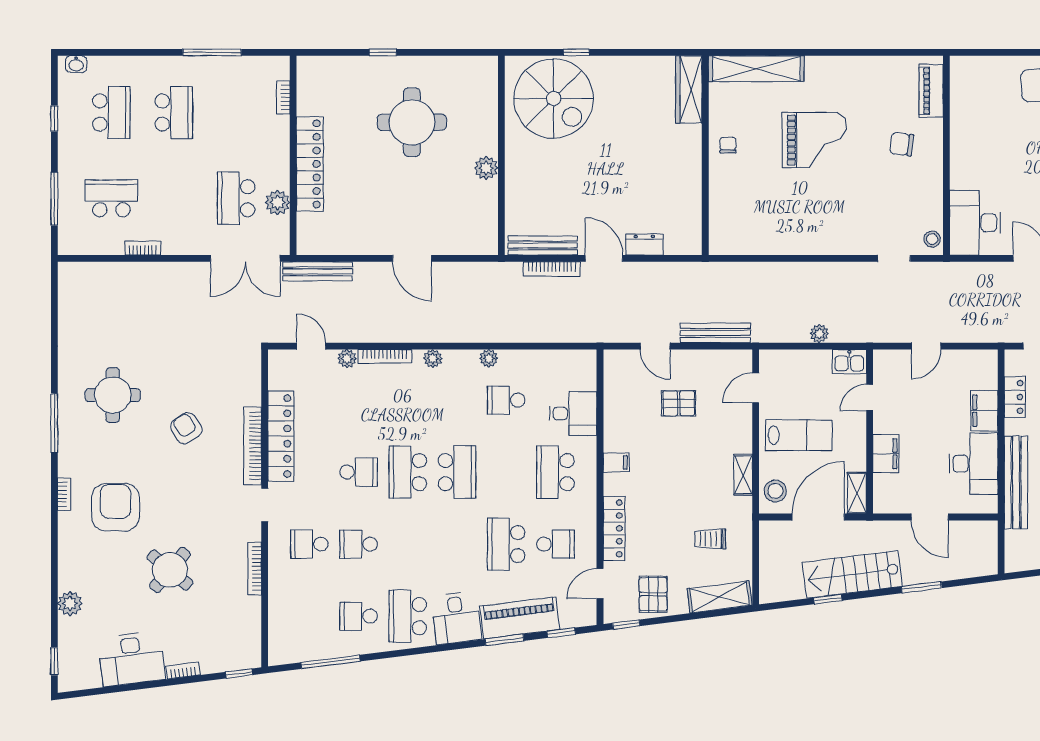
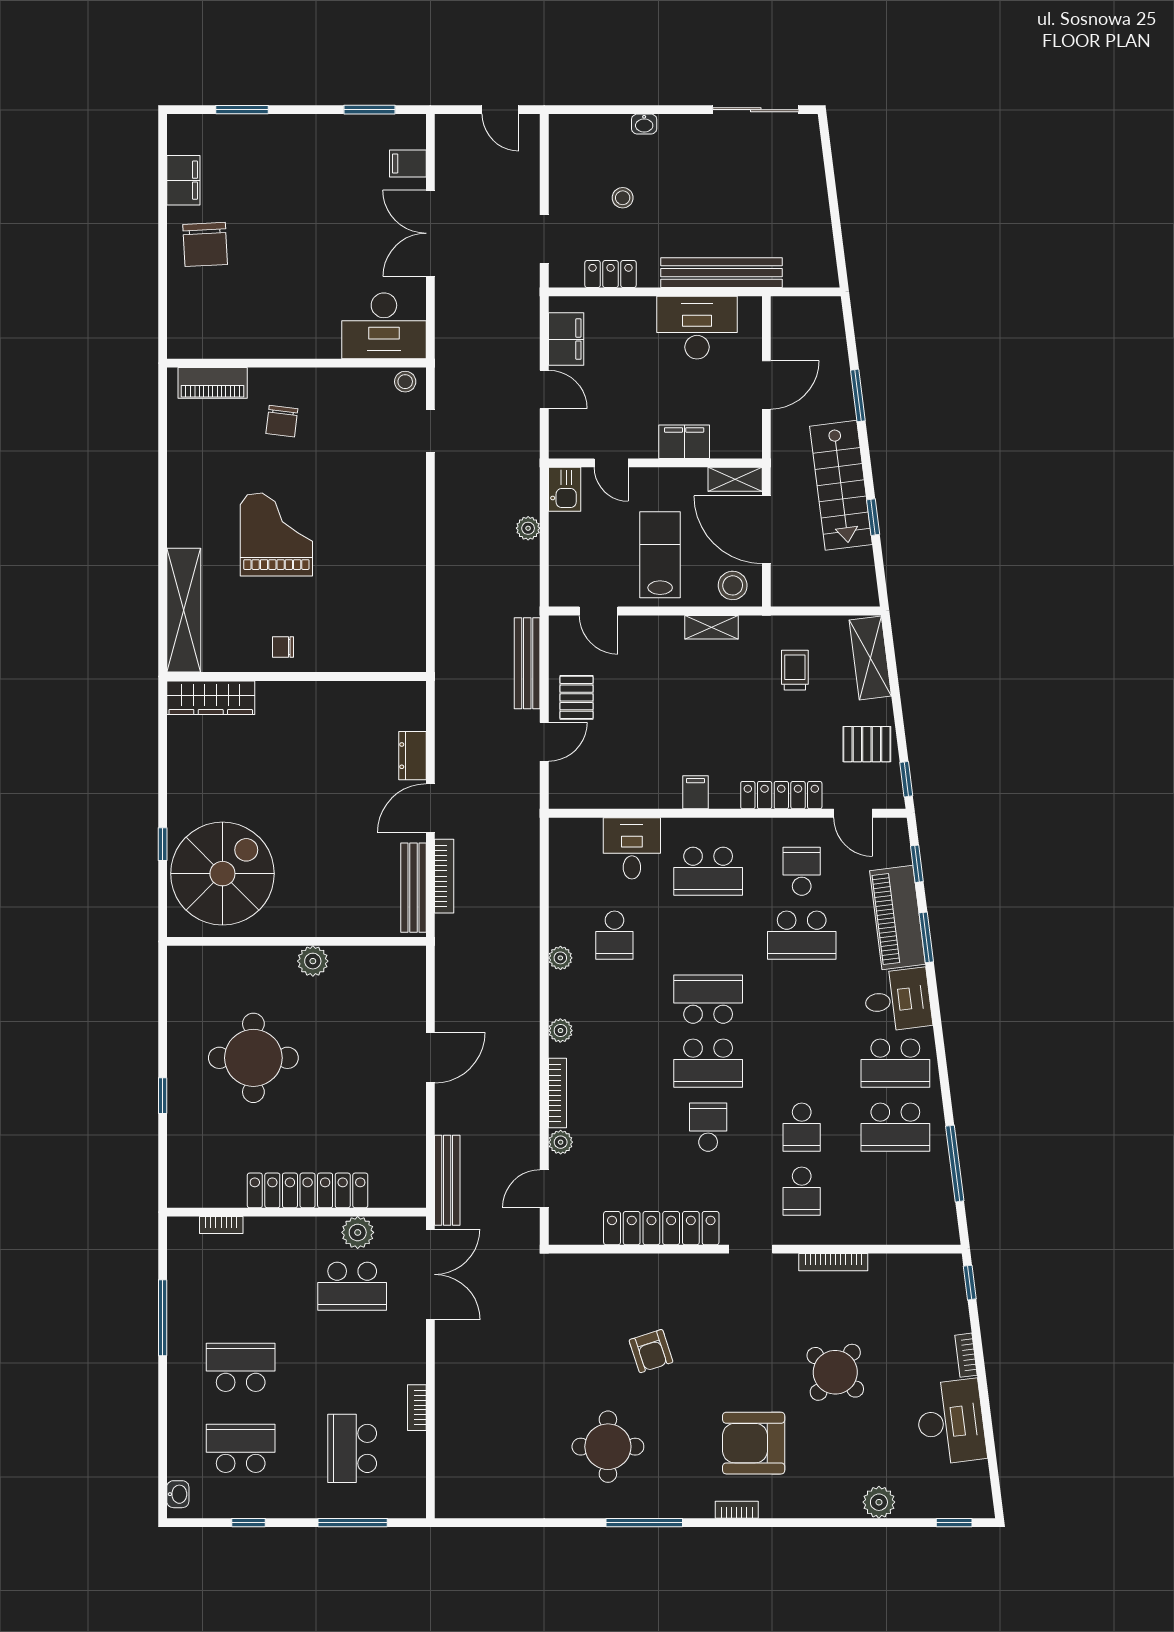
pallet: (679, 403) -> (577, 697), moved
filing cabinet: (984, 411) -> (566, 339), moved, turned -90
armchair: (186, 428) -> (651, 1351), turned -75
bookcase: (253, 446) -> (674, 1265), removed
trolley: (710, 539) -> (795, 670), turned 180
school desk: (359, 616) -> (895, 1127), width x1.85

